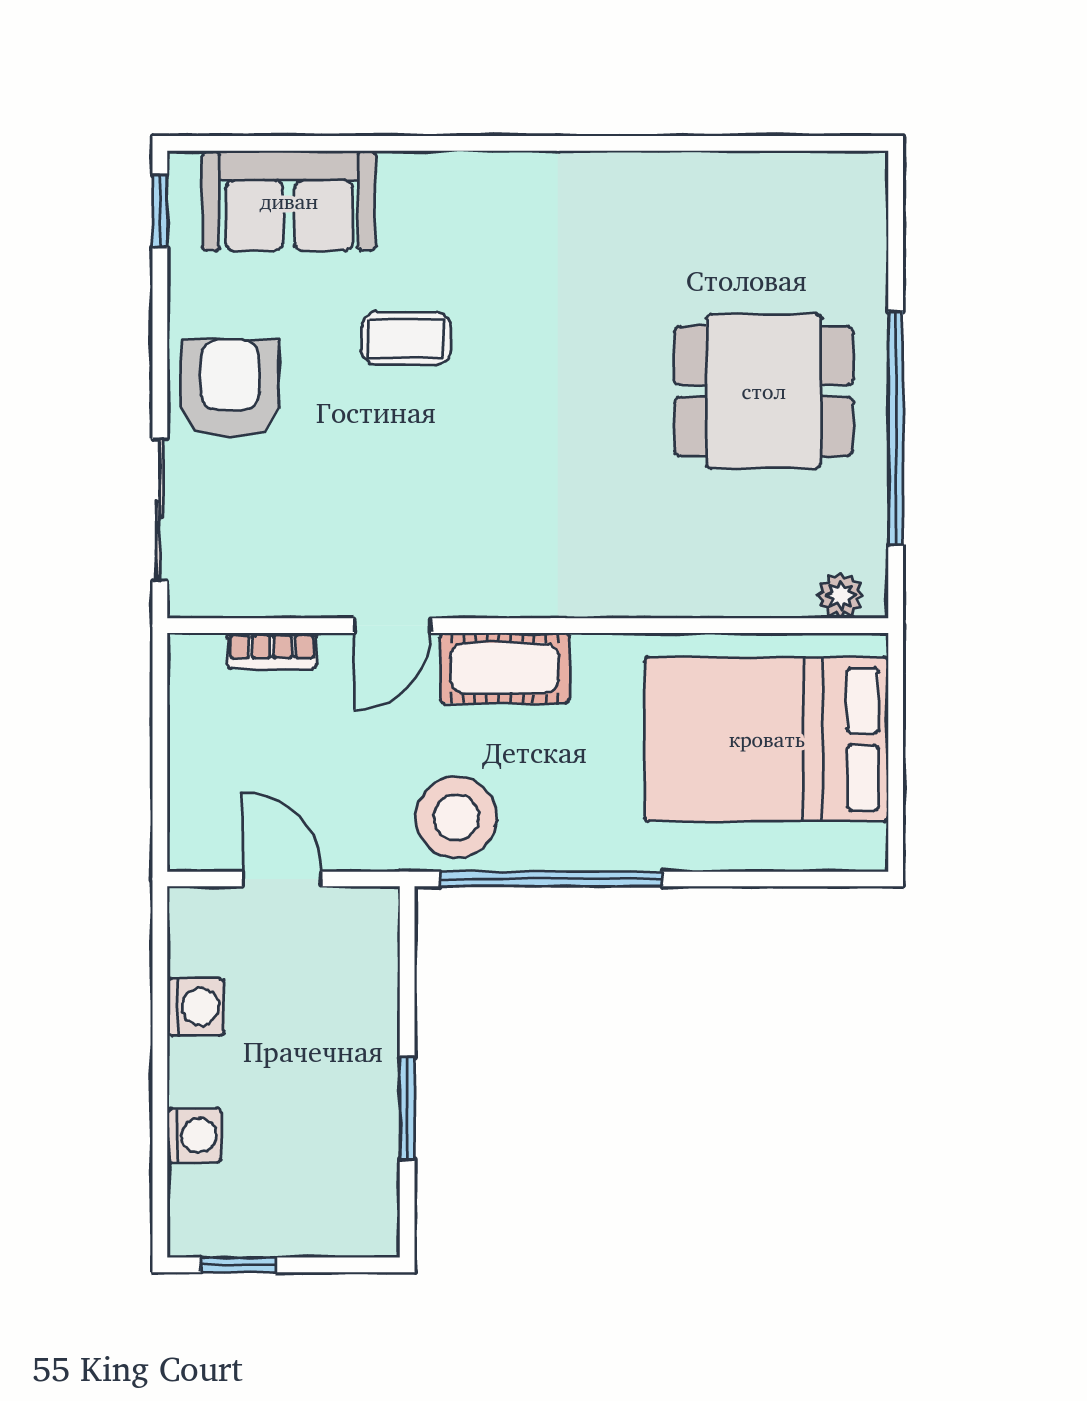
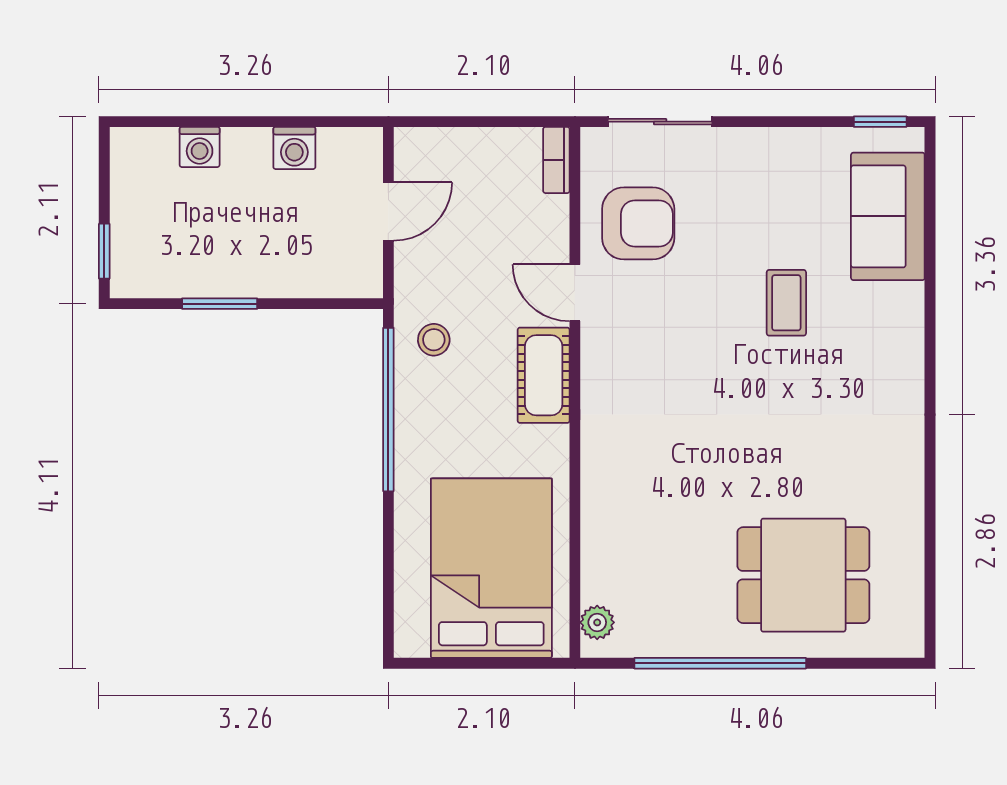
armchair: (230, 388) -> (638, 223), moved
dining table: (764, 391) -> (803, 575), moved, turned 90
bookcase: (272, 651) -> (556, 160), moved
stool: (456, 817) -> (434, 340), width x0.53, depth x0.53
window: (238, 1265) -> (104, 251), moved

